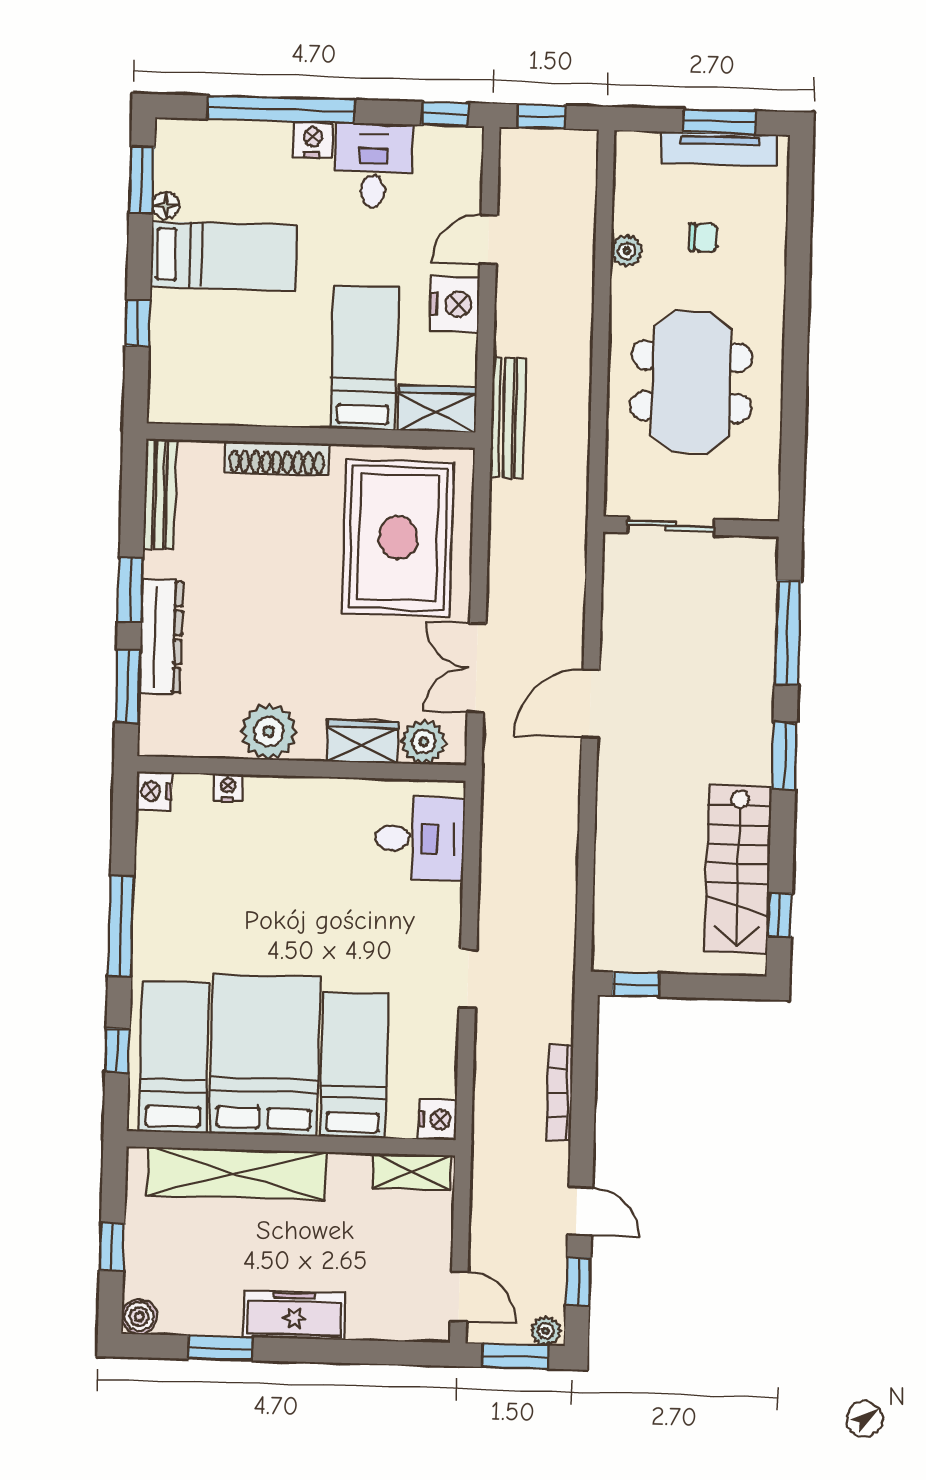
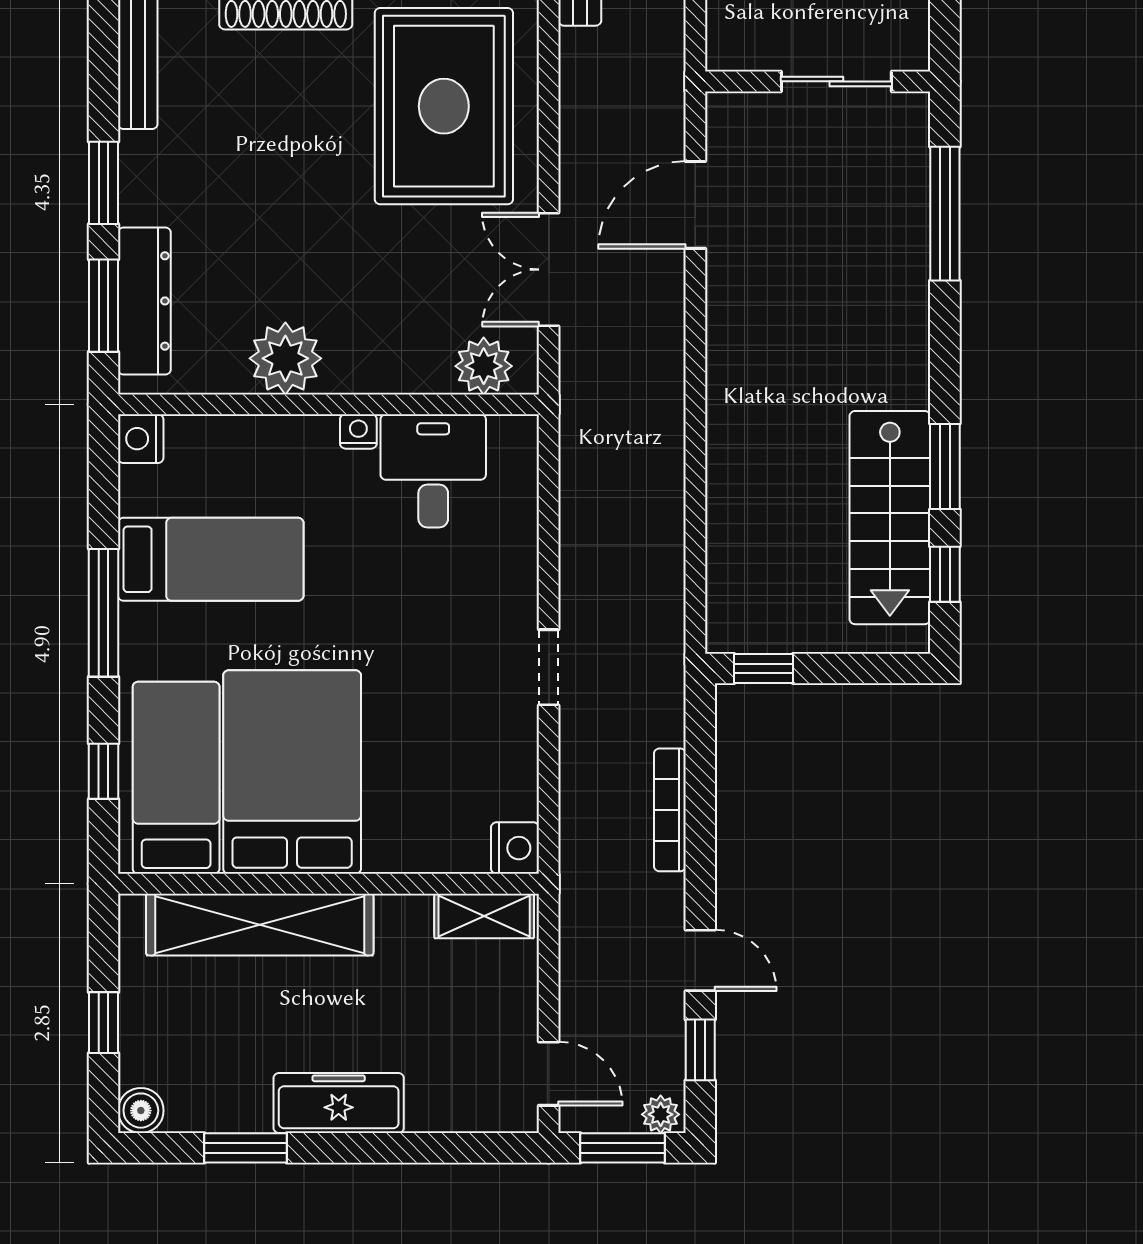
sliding door: (671, 526) -> (836, 81), moved
dresser: (161, 637) -> (144, 301), moved
door: (590, 704) -> (695, 205), moved
wardrobe: (363, 742) -> (406, 368), removed
window: (784, 756) -> (945, 466), moved
nightstand: (228, 788) -> (358, 431), moved
desk: (420, 839) -> (433, 471), moved, turned -90
bed: (354, 1065) -> (211, 559), moved, turned 90

